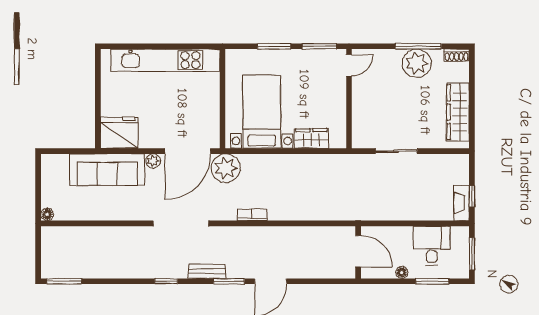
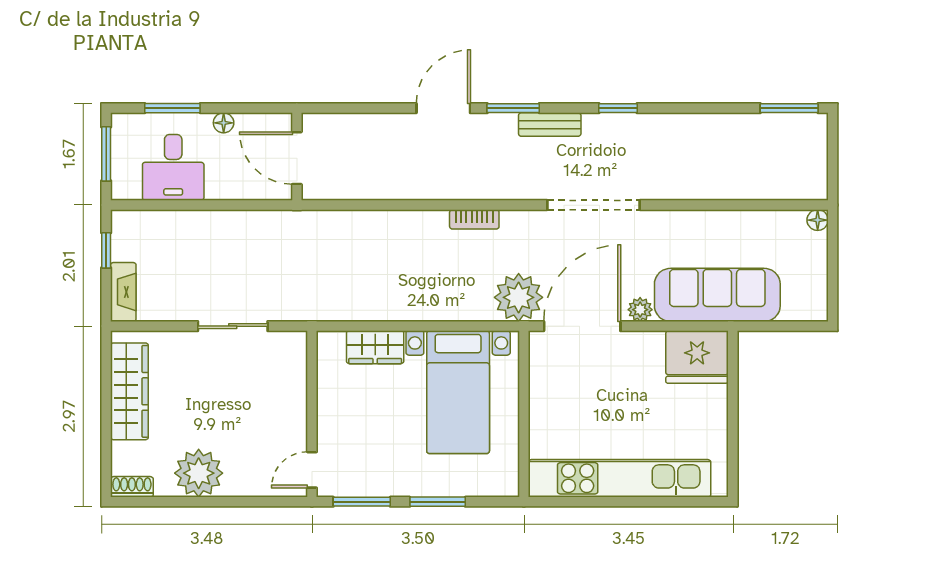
window: (418, 46) -> (196, 502), removed
fireplace: (462, 203) -> (123, 292), moved

